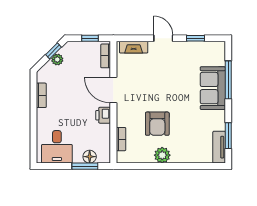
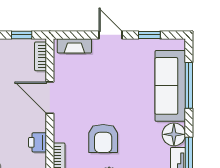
sofa: (213, 88) -> (170, 86), width x1.36
printer: (103, 115) -> (38, 142), moved
floor lamp: (216, 120) -> (174, 134), added

